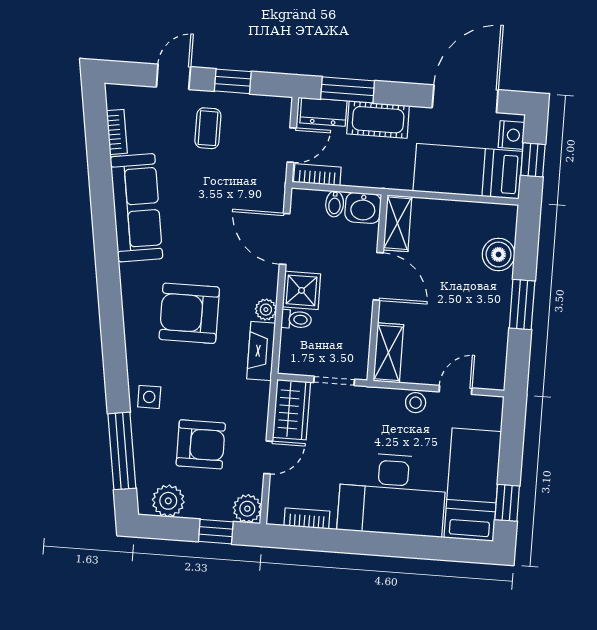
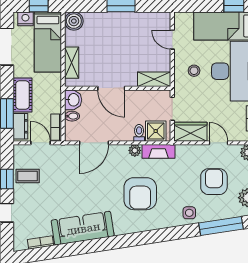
coffee table: (208, 128) -> (28, 176), moved
shelving: (397, 223) -> (72, 63), moved, turned 90
boiler: (499, 254) -> (74, 21), moved
door: (378, 276) -> (111, 88), swing flipped
shower: (302, 290) -> (156, 131), moved
stool: (416, 403) -> (194, 71), moved

